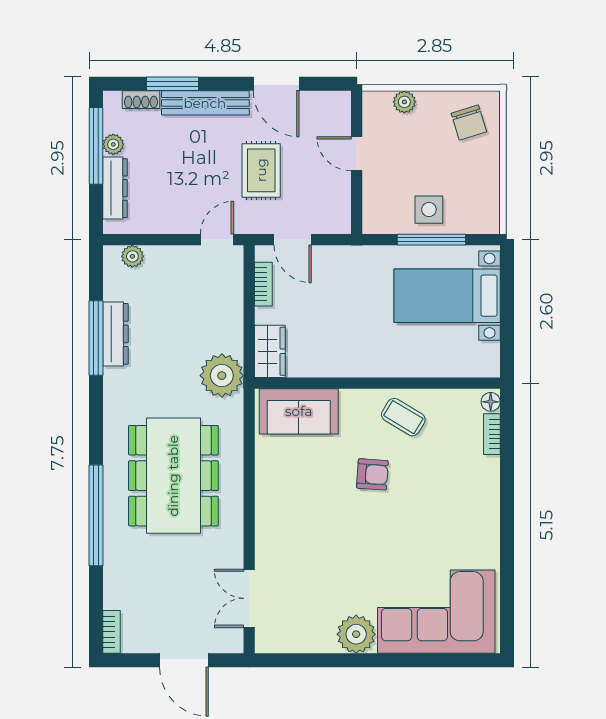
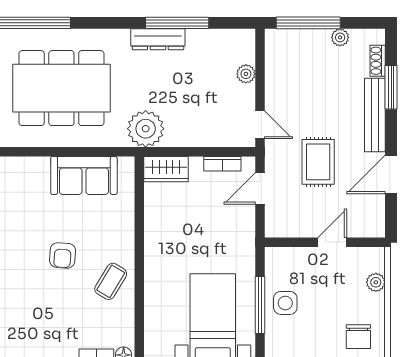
chair: (469, 123) -> (358, 337), turned -73
window: (96, 146) -> (308, 23), moved
rug: (261, 170) -> (318, 162), turned 90
dresser: (115, 188) -> (303, 39), removed
plant: (132, 256) -> (246, 74), moved
dresser: (115, 334) -> (158, 39), moved
sofa: (299, 411) -> (84, 175), moved, turned -90

